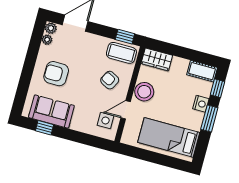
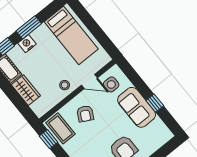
wardrobe: (157, 59) -> (26, 90), moved
stool: (144, 92) -> (65, 85), width x0.53, depth x0.53
sofa: (51, 111) -> (137, 107), moved
window: (44, 128) -> (155, 103), moved

